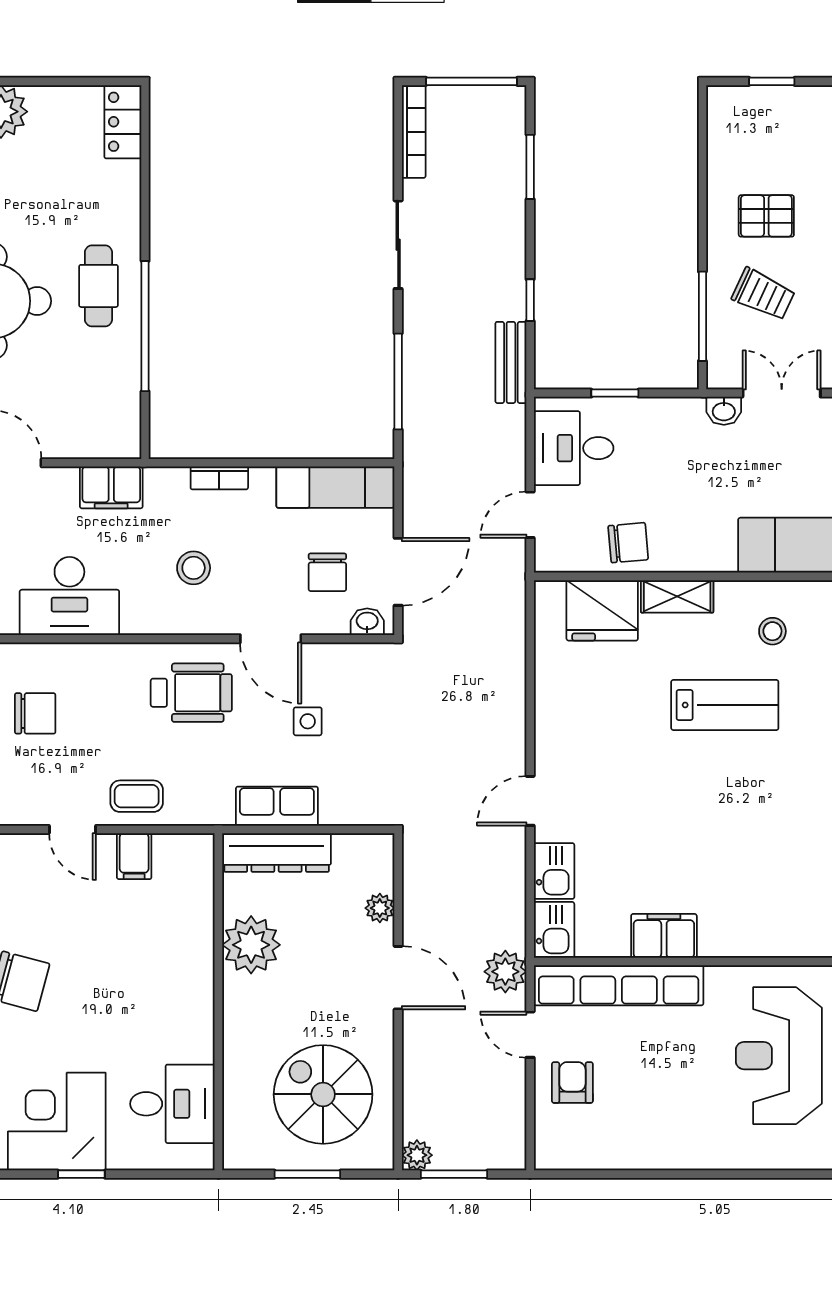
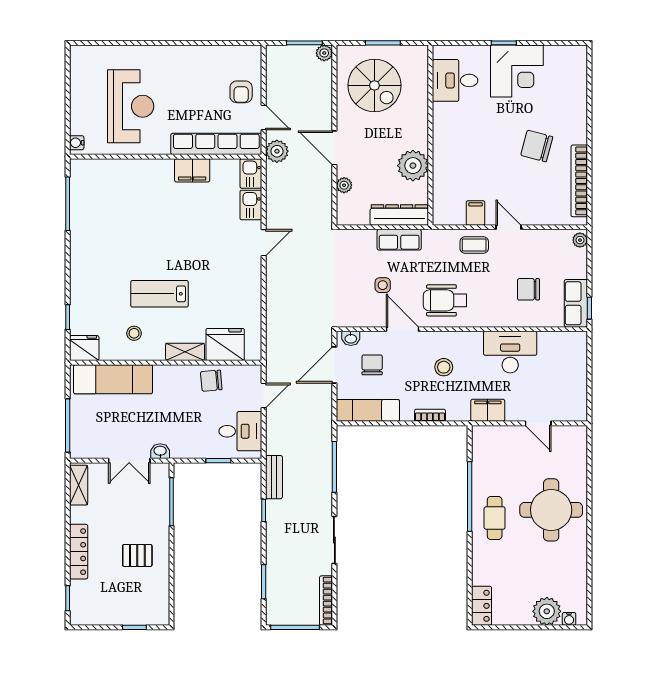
trolley: (763, 294) -> (139, 514), removed

